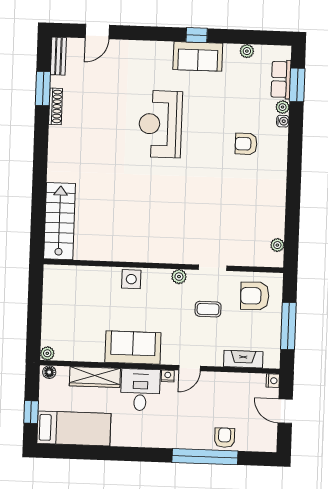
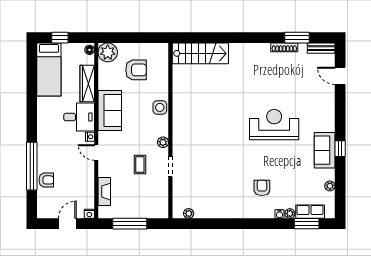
armchair: (255, 296) -> (136, 70), moved, turned 91
plant: (47, 353) -> (108, 52), width x1.88, depth x1.88

